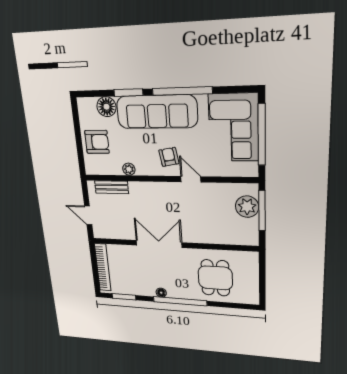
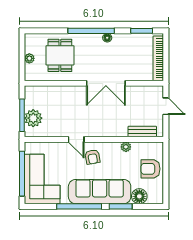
plant: (253, 277) -> (29, 58), added

